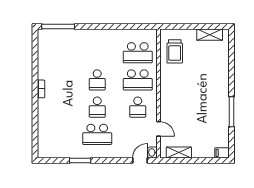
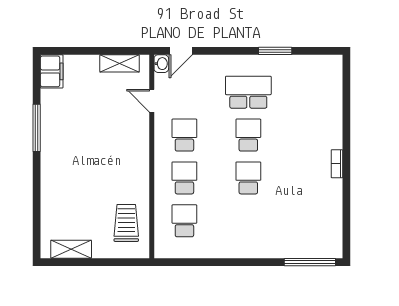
school desk: (138, 53) -> (184, 221), width x0.54
school desk: (138, 80) -> (184, 178), width x0.54
filing cabinet: (222, 153) -> (52, 71), width x2.00

